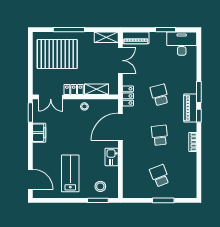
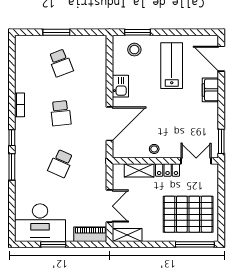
window: (69, 30) -> (195, 244), moved
desk: (182, 44) -> (40, 223), width x1.36, depth x1.30
double door: (120, 61) -> (110, 206), swing flipped
school desk: (160, 95) -> (61, 163), turned 39
locker: (128, 96) -> (100, 162), removed
piano: (190, 108) -> (23, 147), removed
filing cabinet: (39, 133) -> (210, 90), moved
lab bench: (70, 173) -> (172, 66), turned 180

